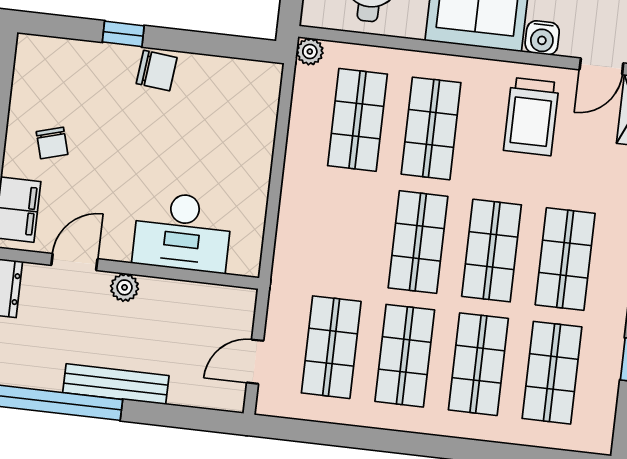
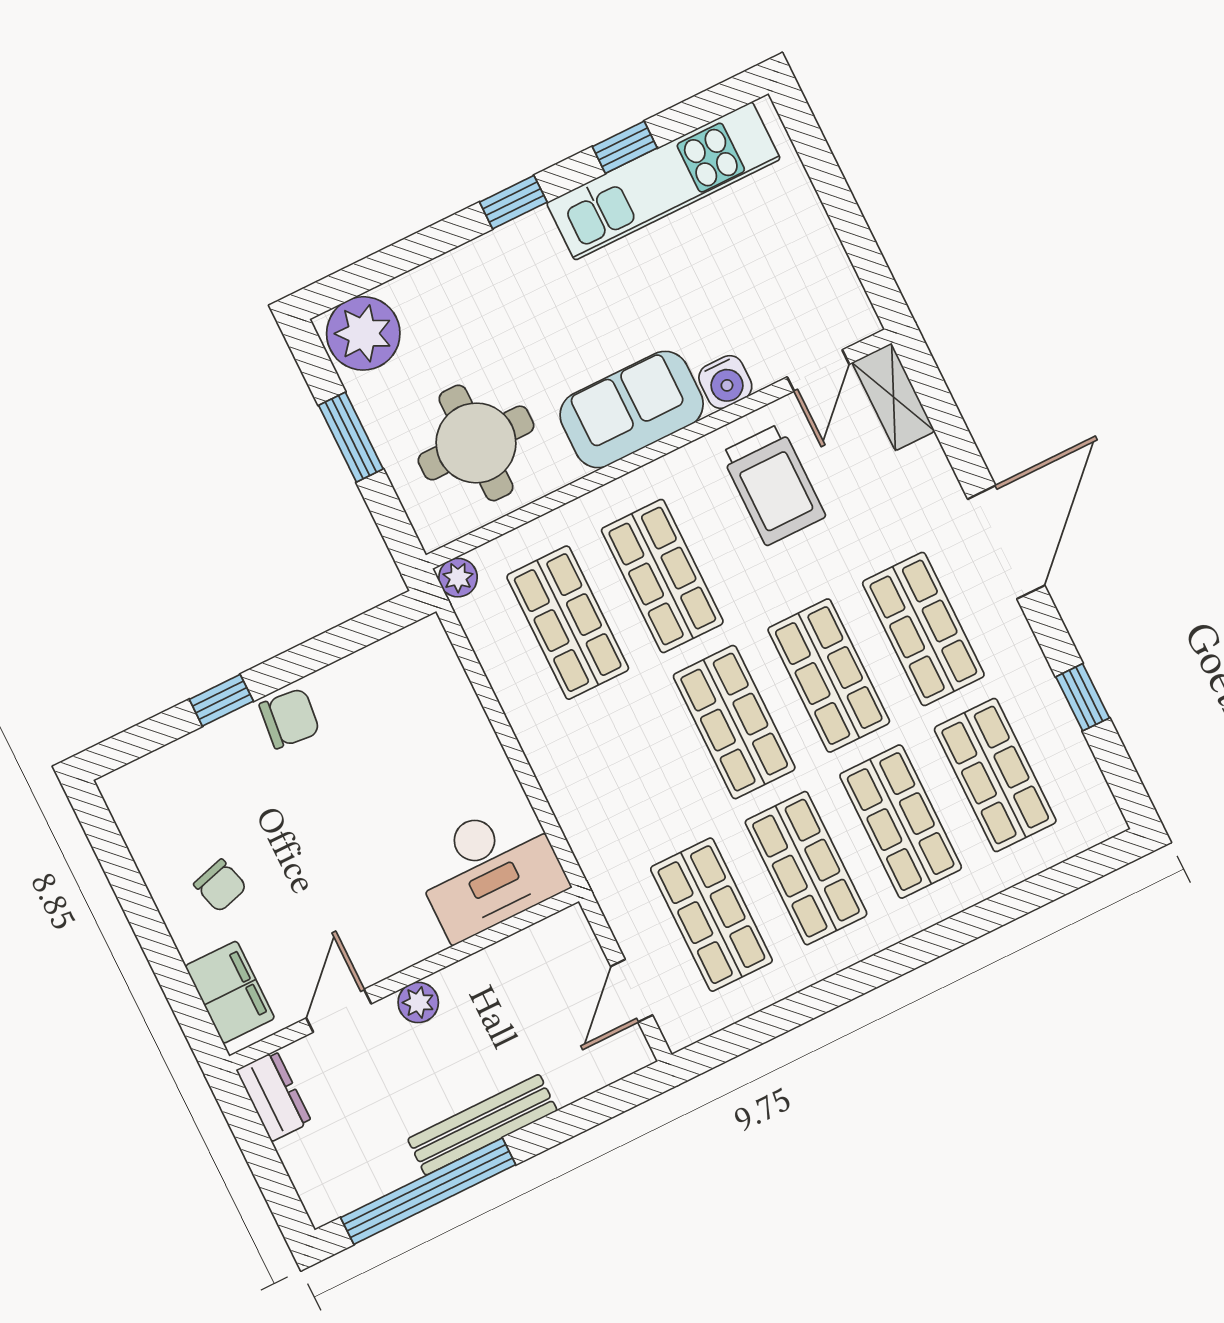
desk: (182, 232) -> (489, 870), moved

